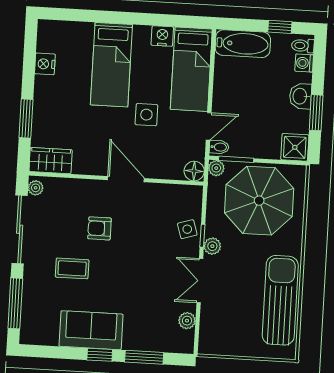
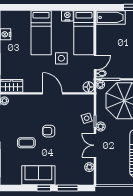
armchair: (99, 228) -> (49, 131), moved

